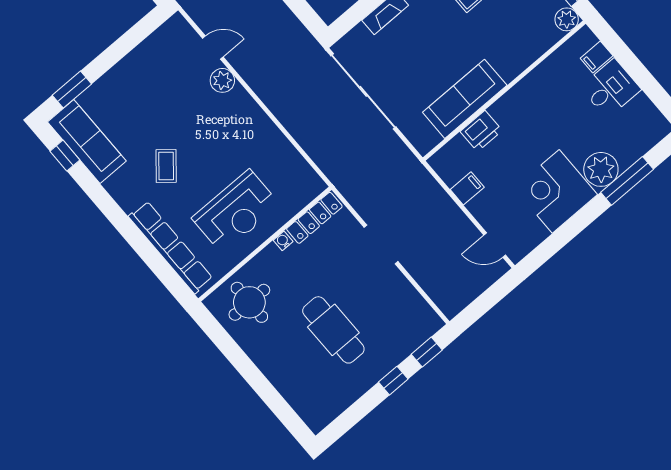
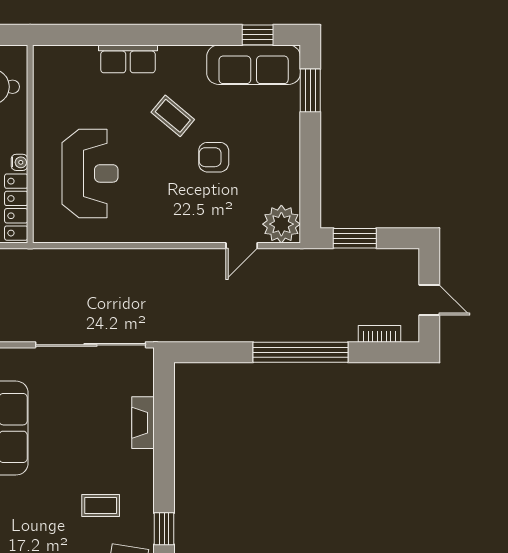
plant: (222, 80) -> (281, 224), moved, width x1.36, depth x1.36
armchair: (170, 116) -> (214, 157), added
reception desk: (236, 211) -> (90, 173), moved, turned 180
row of seats: (171, 247) -> (128, 59), width x0.50

